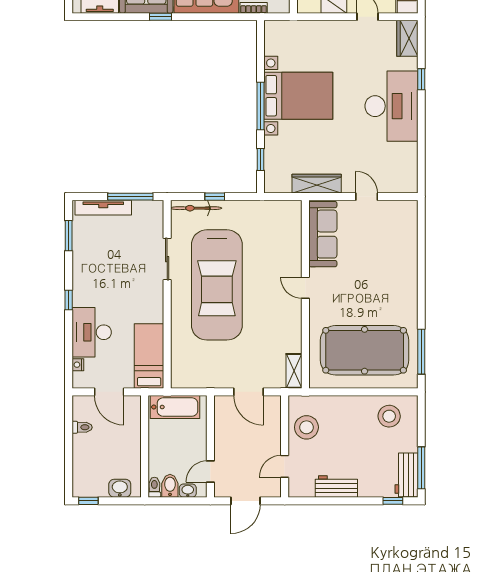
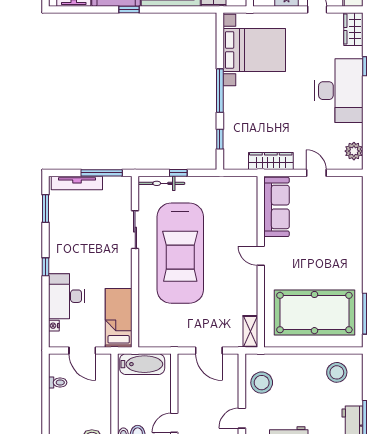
bed with nightstands: (298, 96) -> (254, 50), moved
plant: (408, 173) -> (354, 151), added

